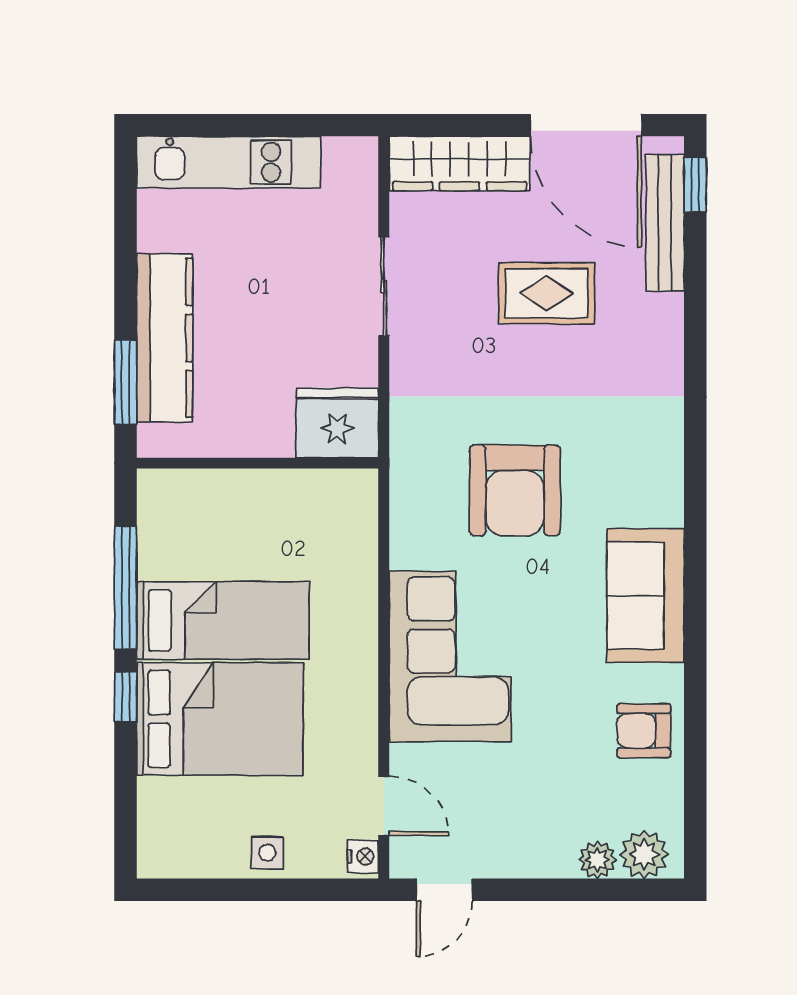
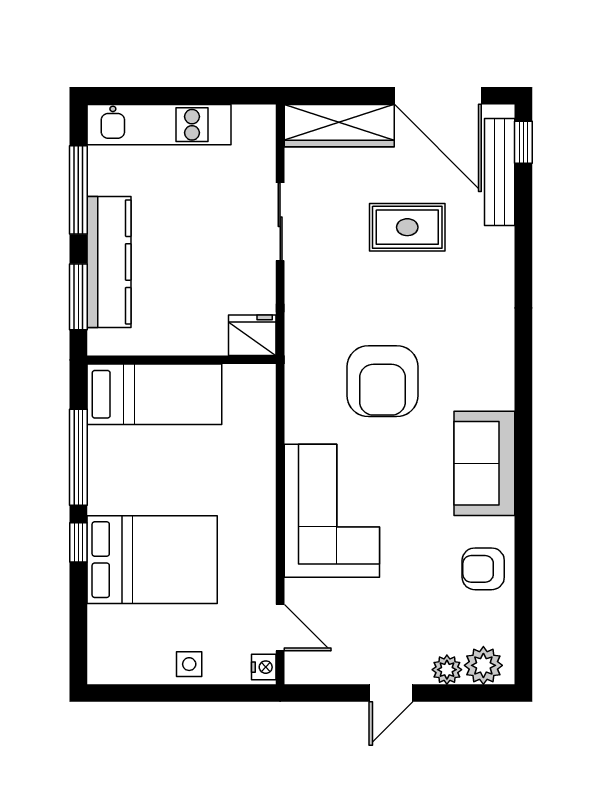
window: (126, 246) -> (78, 190), added
fridge: (337, 423) -> (252, 335), width x0.73, depth x0.75
bed: (223, 620) -> (154, 394), moved
door: (444, 890) -> (391, 693), moved

